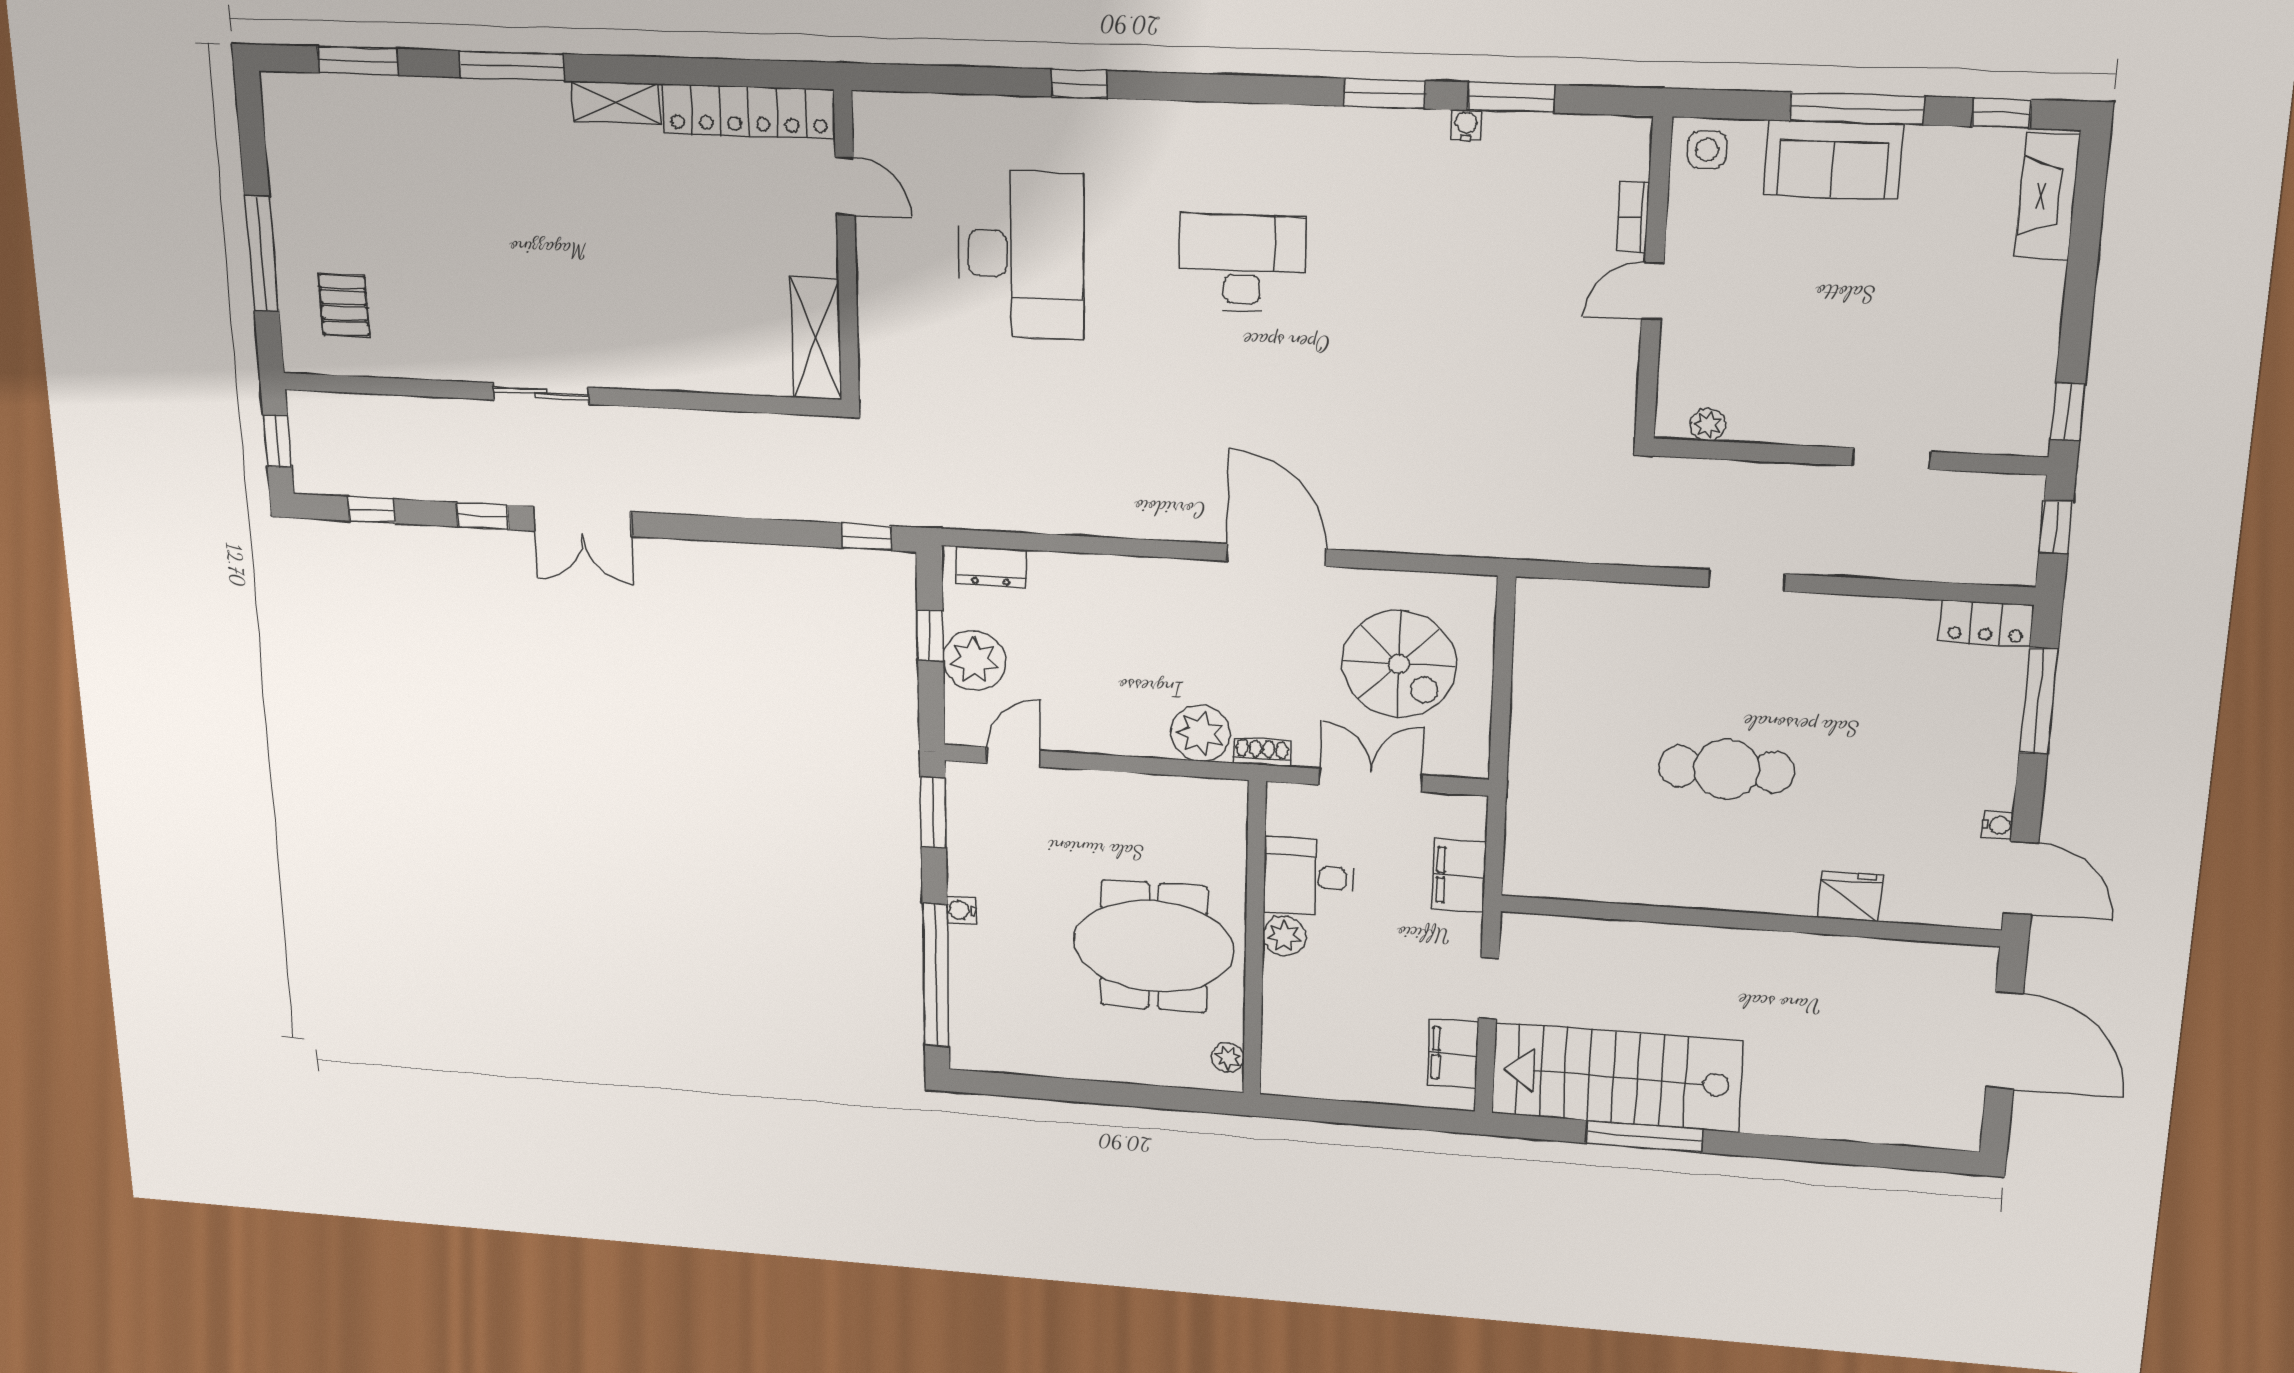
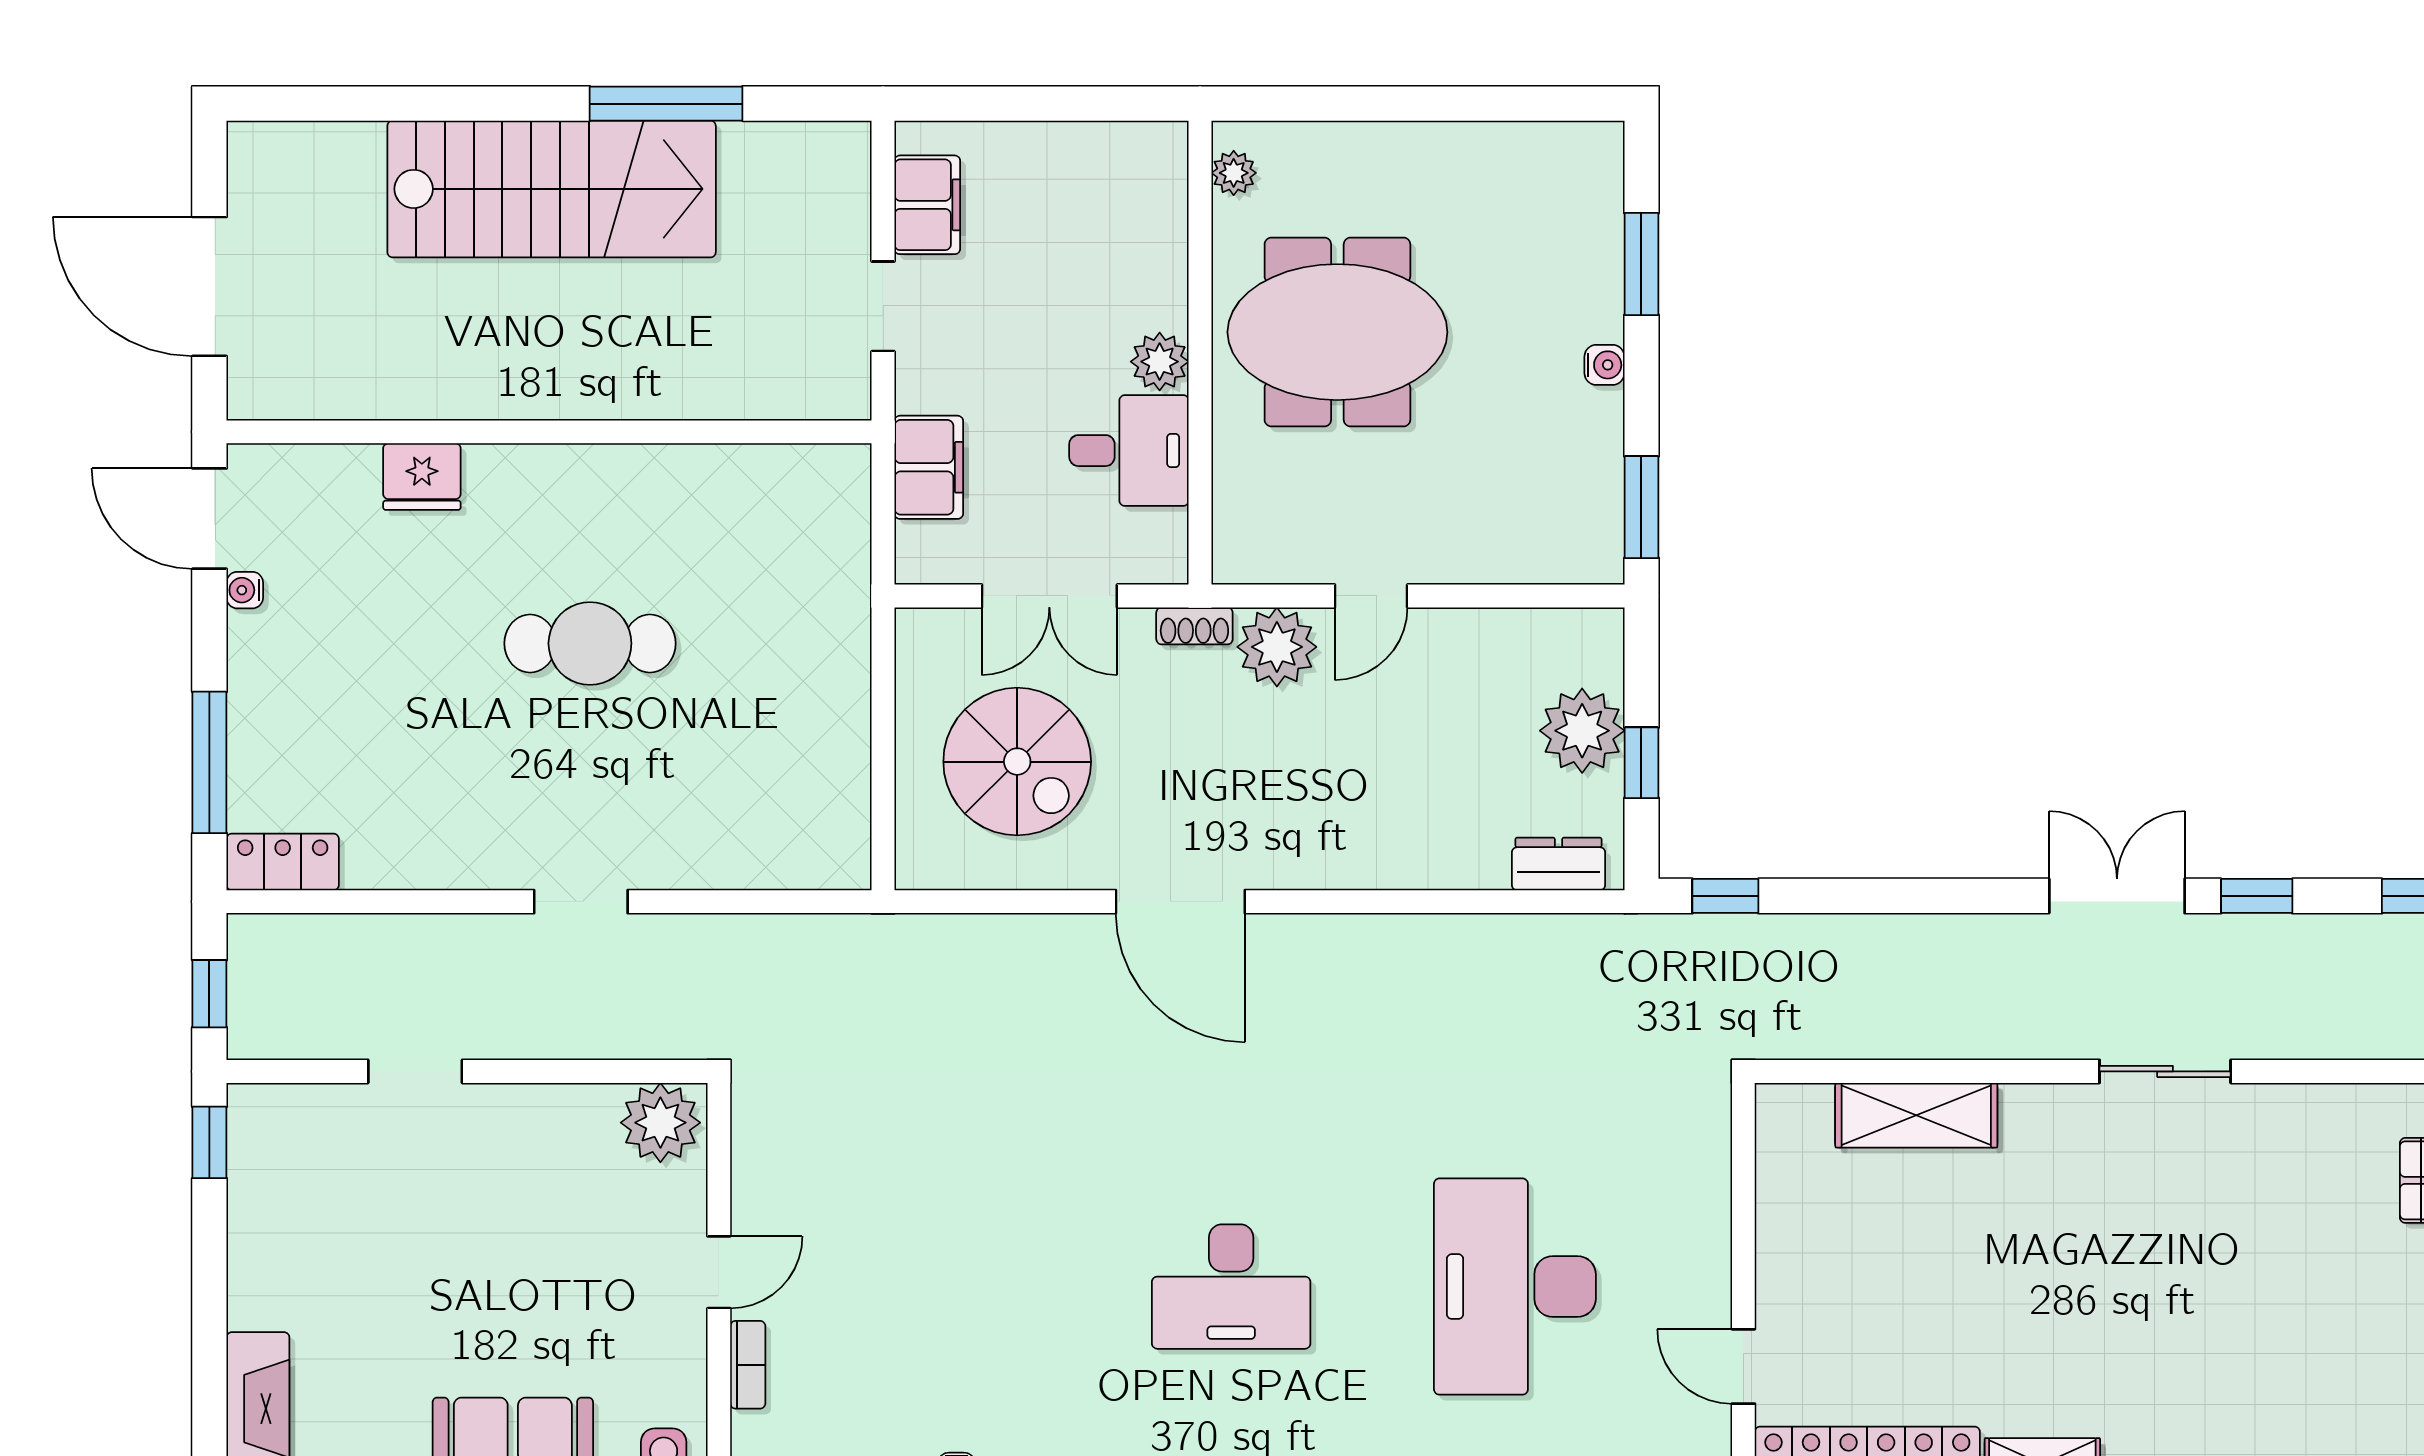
shelving: (816, 338) -> (1916, 1115), moved, turned 90
plant: (1708, 425) -> (660, 1123), width x1.88, depth x1.88
spiral stairs: (1399, 664) -> (1017, 762), turned 180
door: (1013, 757) -> (1371, 596), moved
window: (936, 975) -> (1641, 264), width x0.47
stairs: (1617, 1077) -> (552, 189), moved

